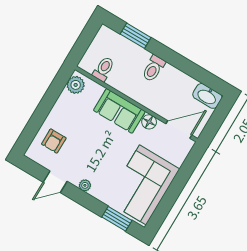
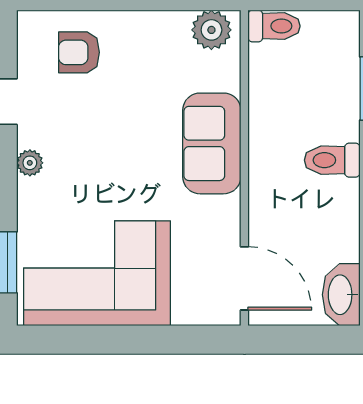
toilet: (104, 69) -> (274, 26), moved
floor lamp: (149, 122) -> (225, 213), removed

